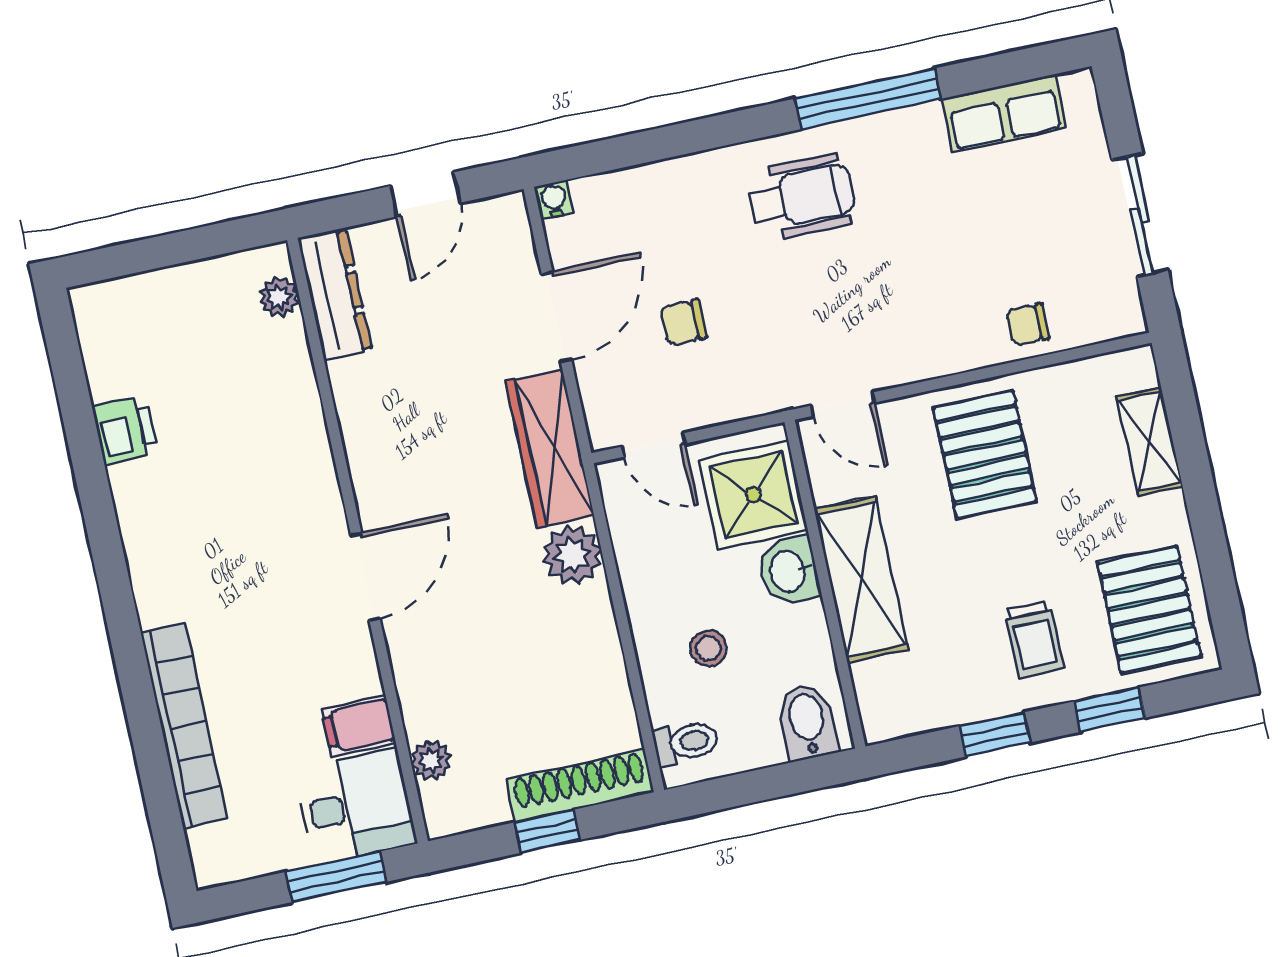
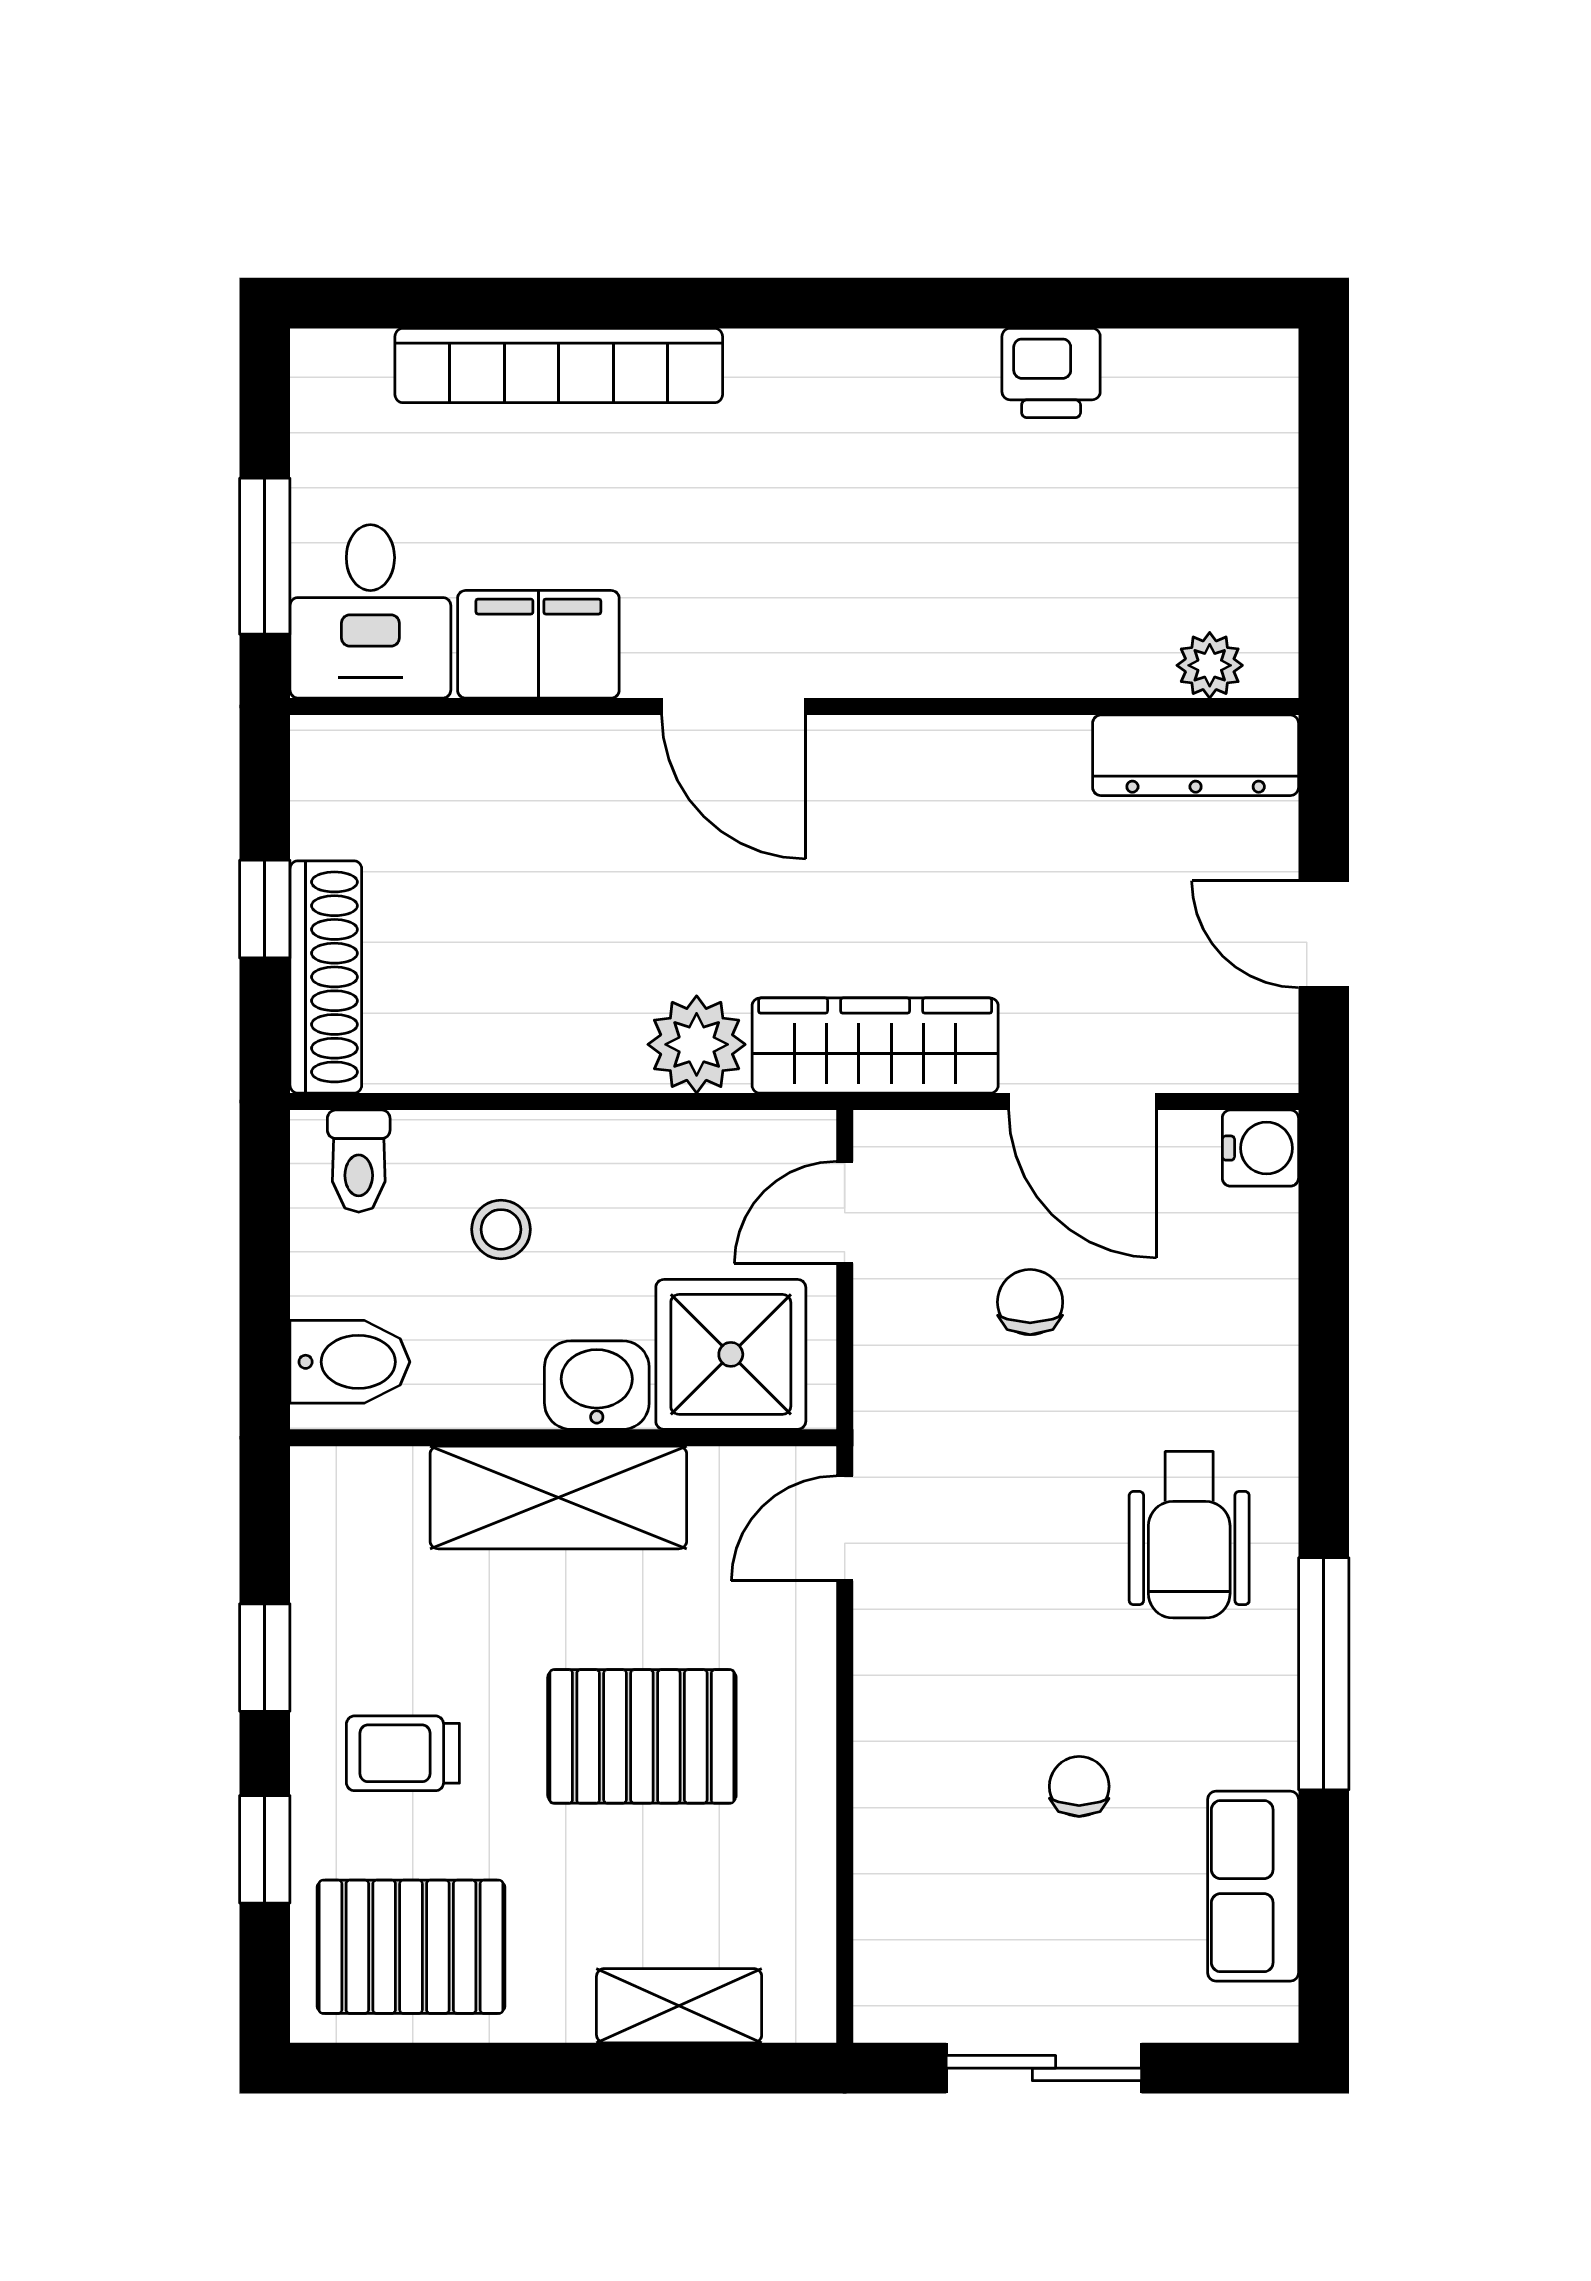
water cooler: (554, 200) -> (1260, 1148), width x1.38, depth x1.38
chair: (1028, 325) -> (1079, 1786), moved
pallet: (985, 454) -> (642, 1736), moved
filing cabinet: (359, 726) -> (538, 644), width x2.00
plant: (431, 760) -> (418, 748), removed

